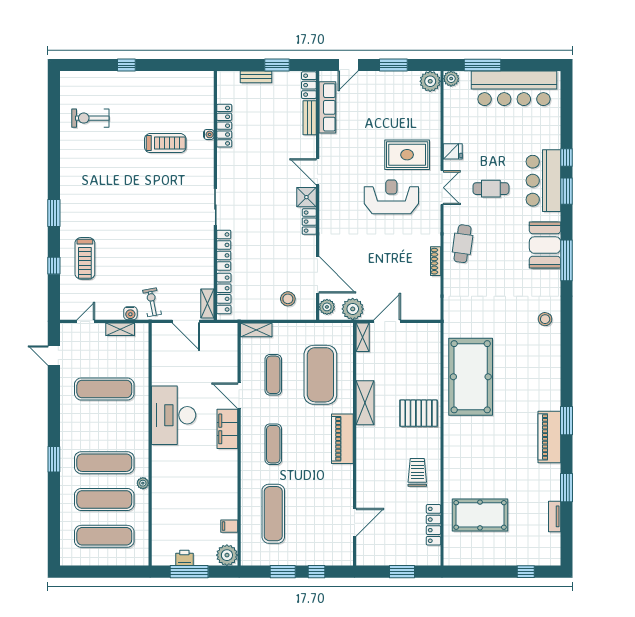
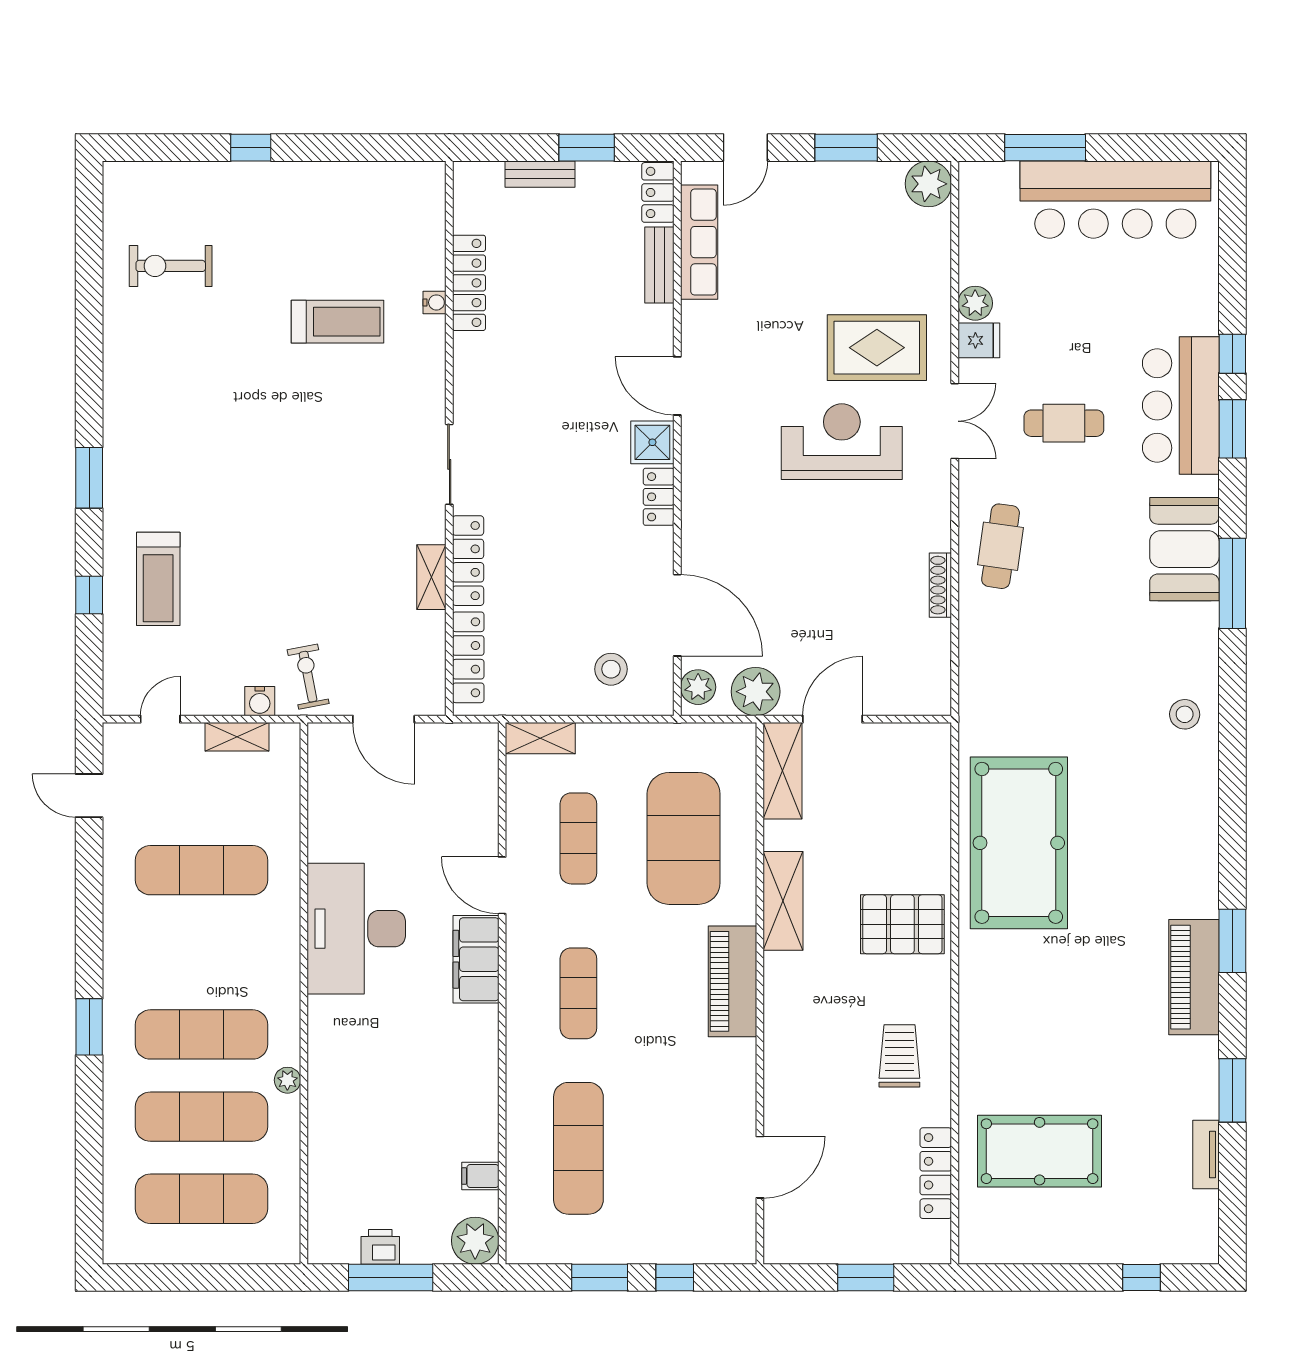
plant: (451, 79) -> (975, 303), moved
shelving: (207, 304) -> (431, 577), moved
shelving: (363, 337) -> (782, 771), width x1.50, depth x1.33

